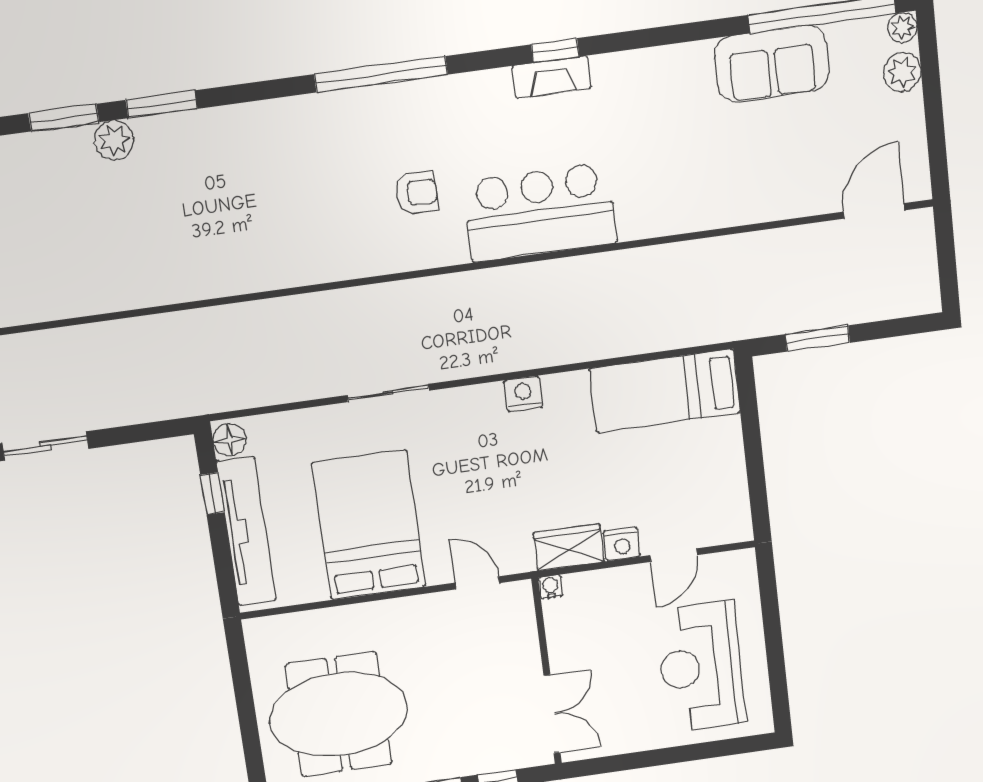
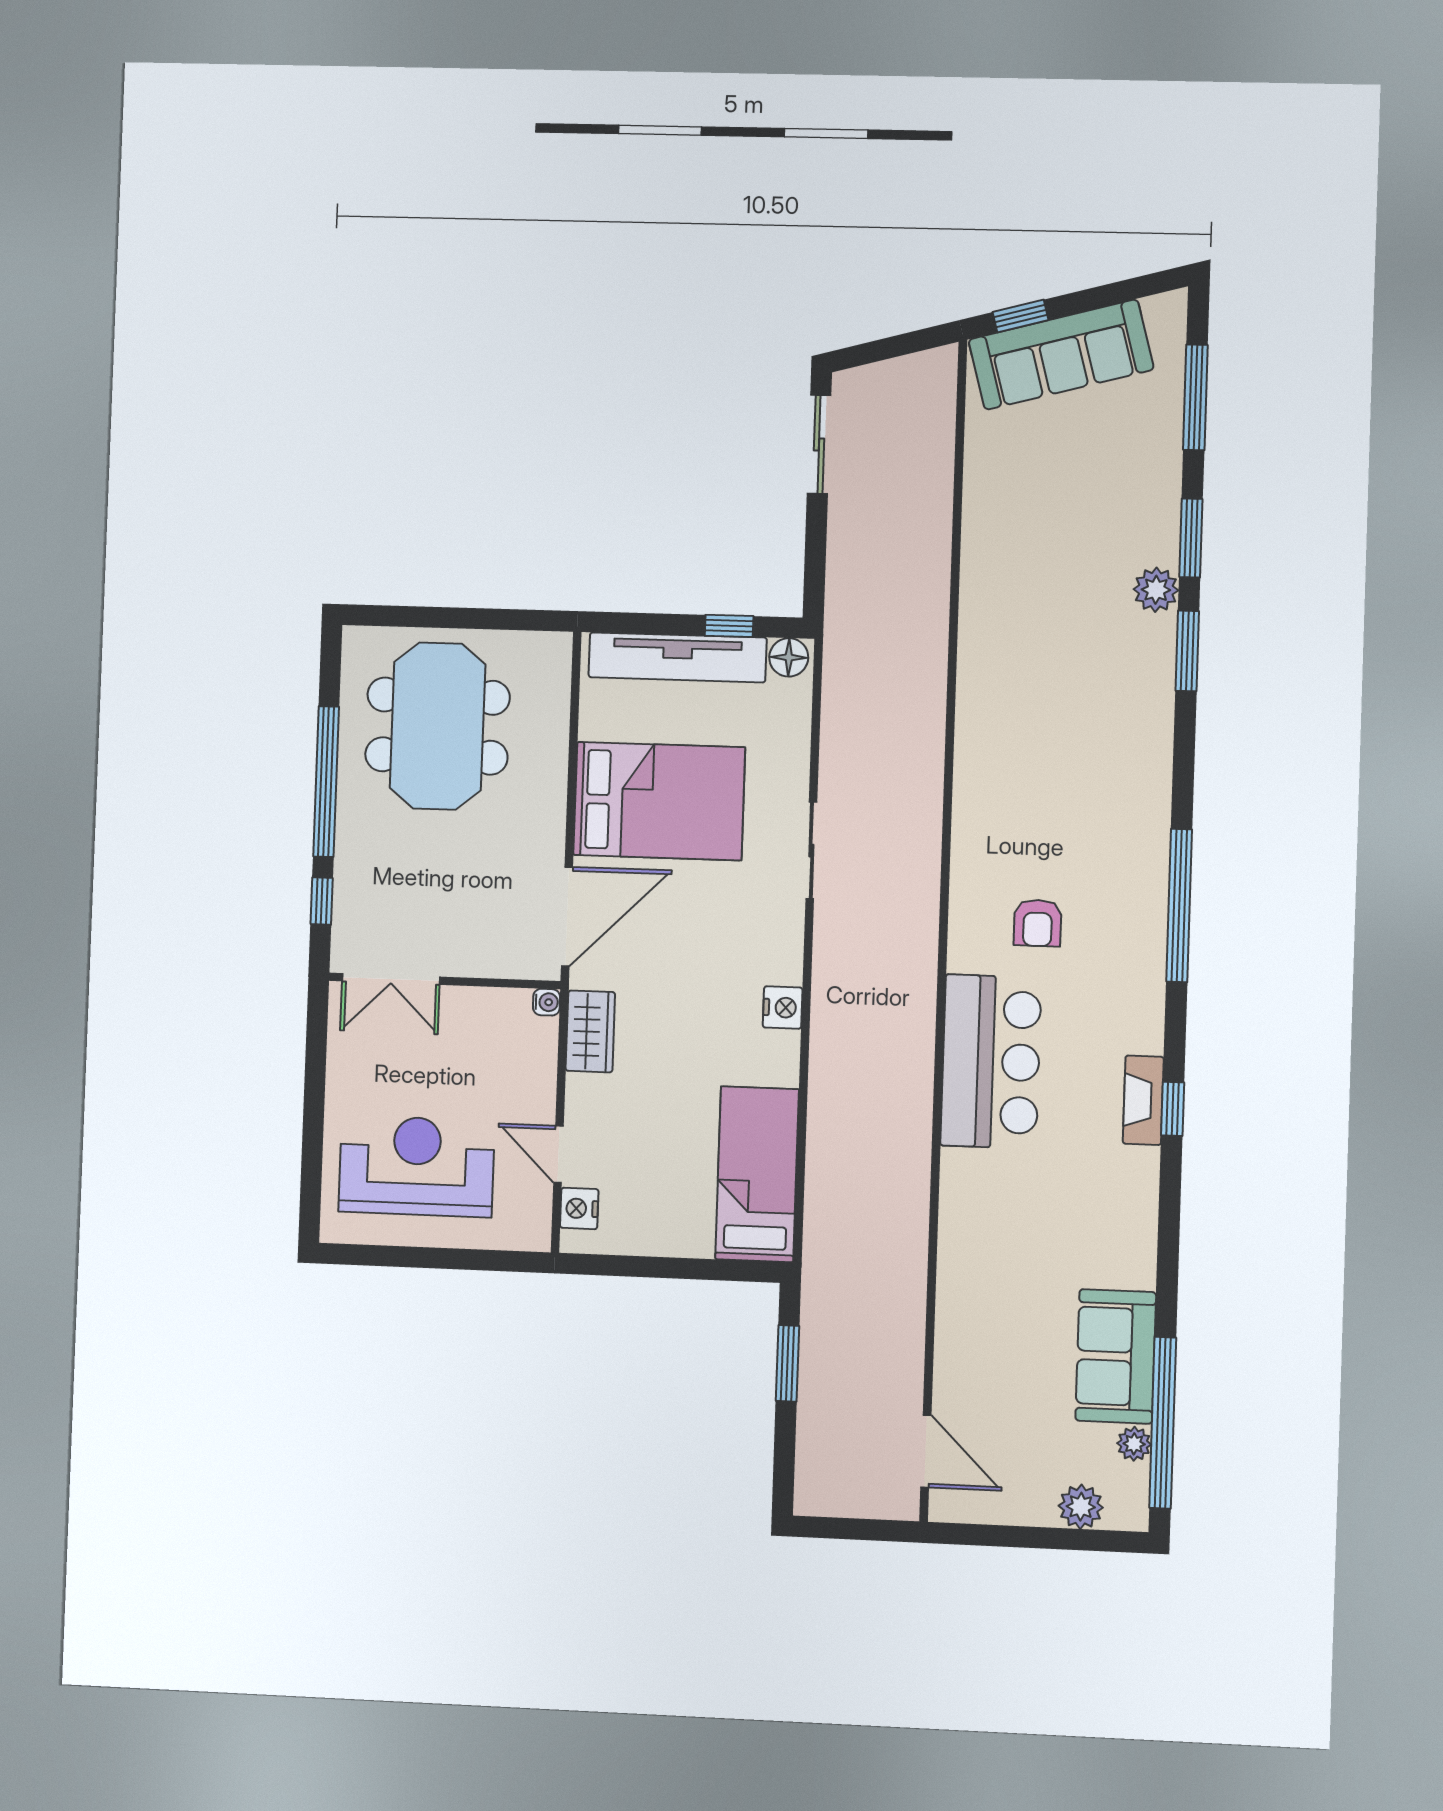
plant: (903, 27) -> (1134, 1444), moved
nightstand: (622, 544) -> (579, 1208), moved
door: (477, 583) -> (567, 917), width x1.87

